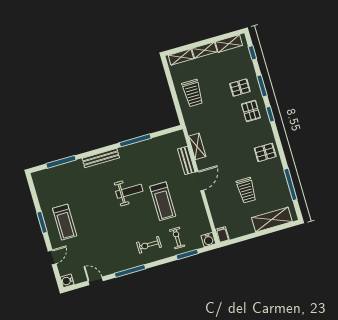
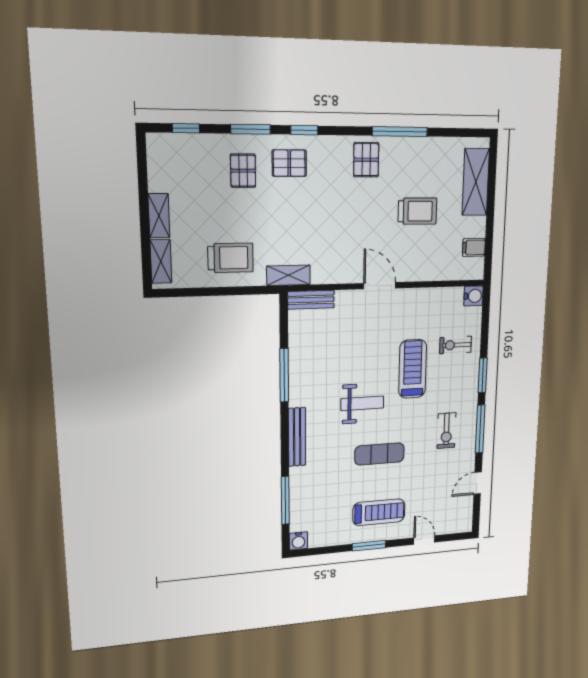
shelving: (229, 44) -> (158, 167), removed
shelving: (197, 146) -> (288, 275), moved
bench: (186, 160) -> (311, 300), moved
window: (290, 184) -> (400, 132), moved
weight bench: (129, 191) -> (362, 403), turned 90
treadmill: (163, 201) -> (413, 369), moved, turned -90
exercise mat: (101, 211) -> (379, 454), added
filing cabinet: (222, 235) -> (474, 247), moved
exercise bike: (149, 245) -> (446, 431), moved
window: (187, 254) -> (483, 375), moved
water cooler: (67, 281) -> (298, 541), moved

